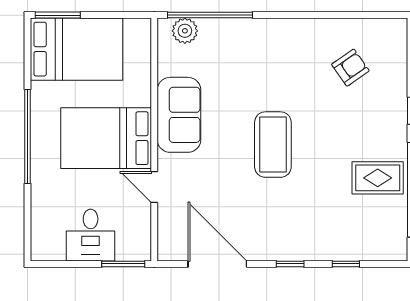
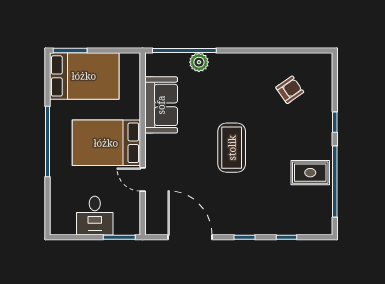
plant: (185, 31) -> (199, 62), moved
sofa: (179, 115) -> (161, 105), moved

